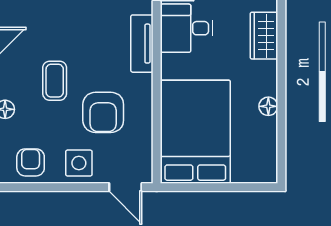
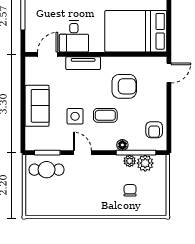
armchair: (31, 162) -> (154, 130), turned -90
side table: (79, 163) -> (75, 116), moved

